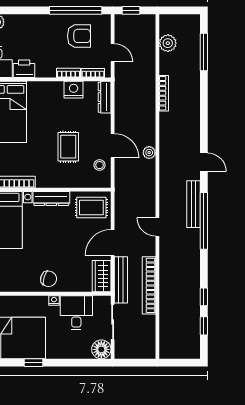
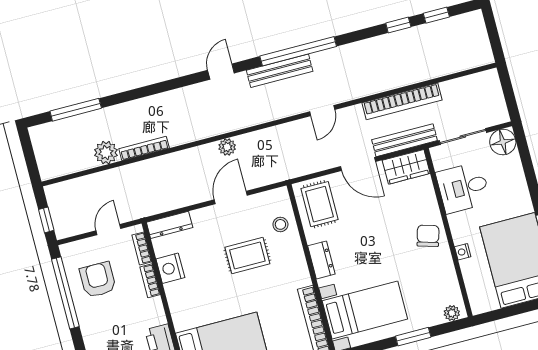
plant: (168, 43) -> (106, 153), moved
stool: (100, 165) -> (280, 224), moved
dresser: (51, 198) -> (321, 260), width x0.70
nightstand: (54, 300) -> (463, 252), moved

